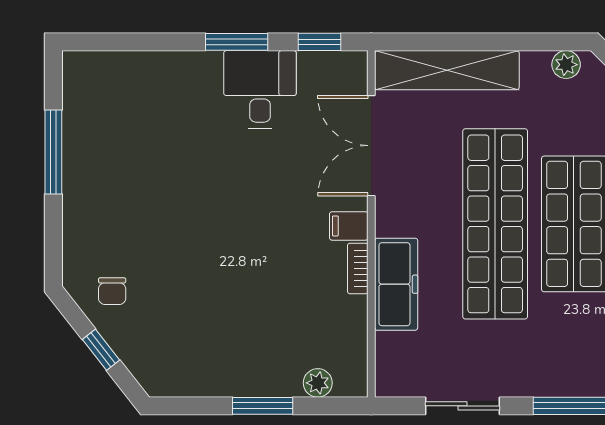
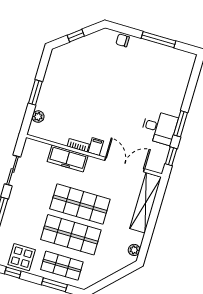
shop shelf: (495, 224) -> (80, 204), width x0.71
chair: (112, 291) -> (123, 40), moved

